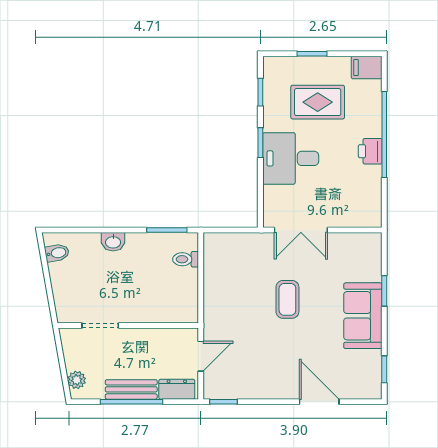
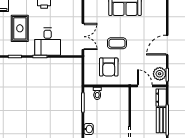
armchair: (239, 283) -> (109, 67), added
plant: (225, 386) -> (160, 74), added
door: (319, 402) -> (167, 45), moved

